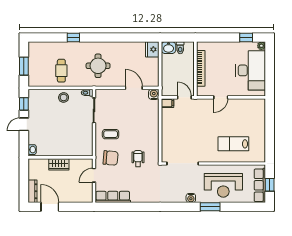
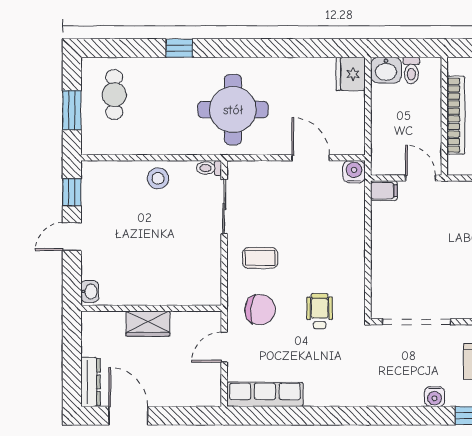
round table: (98, 66) -> (233, 110), width x1.36, depth x1.36
cafe table: (61, 71) -> (114, 95), moved

